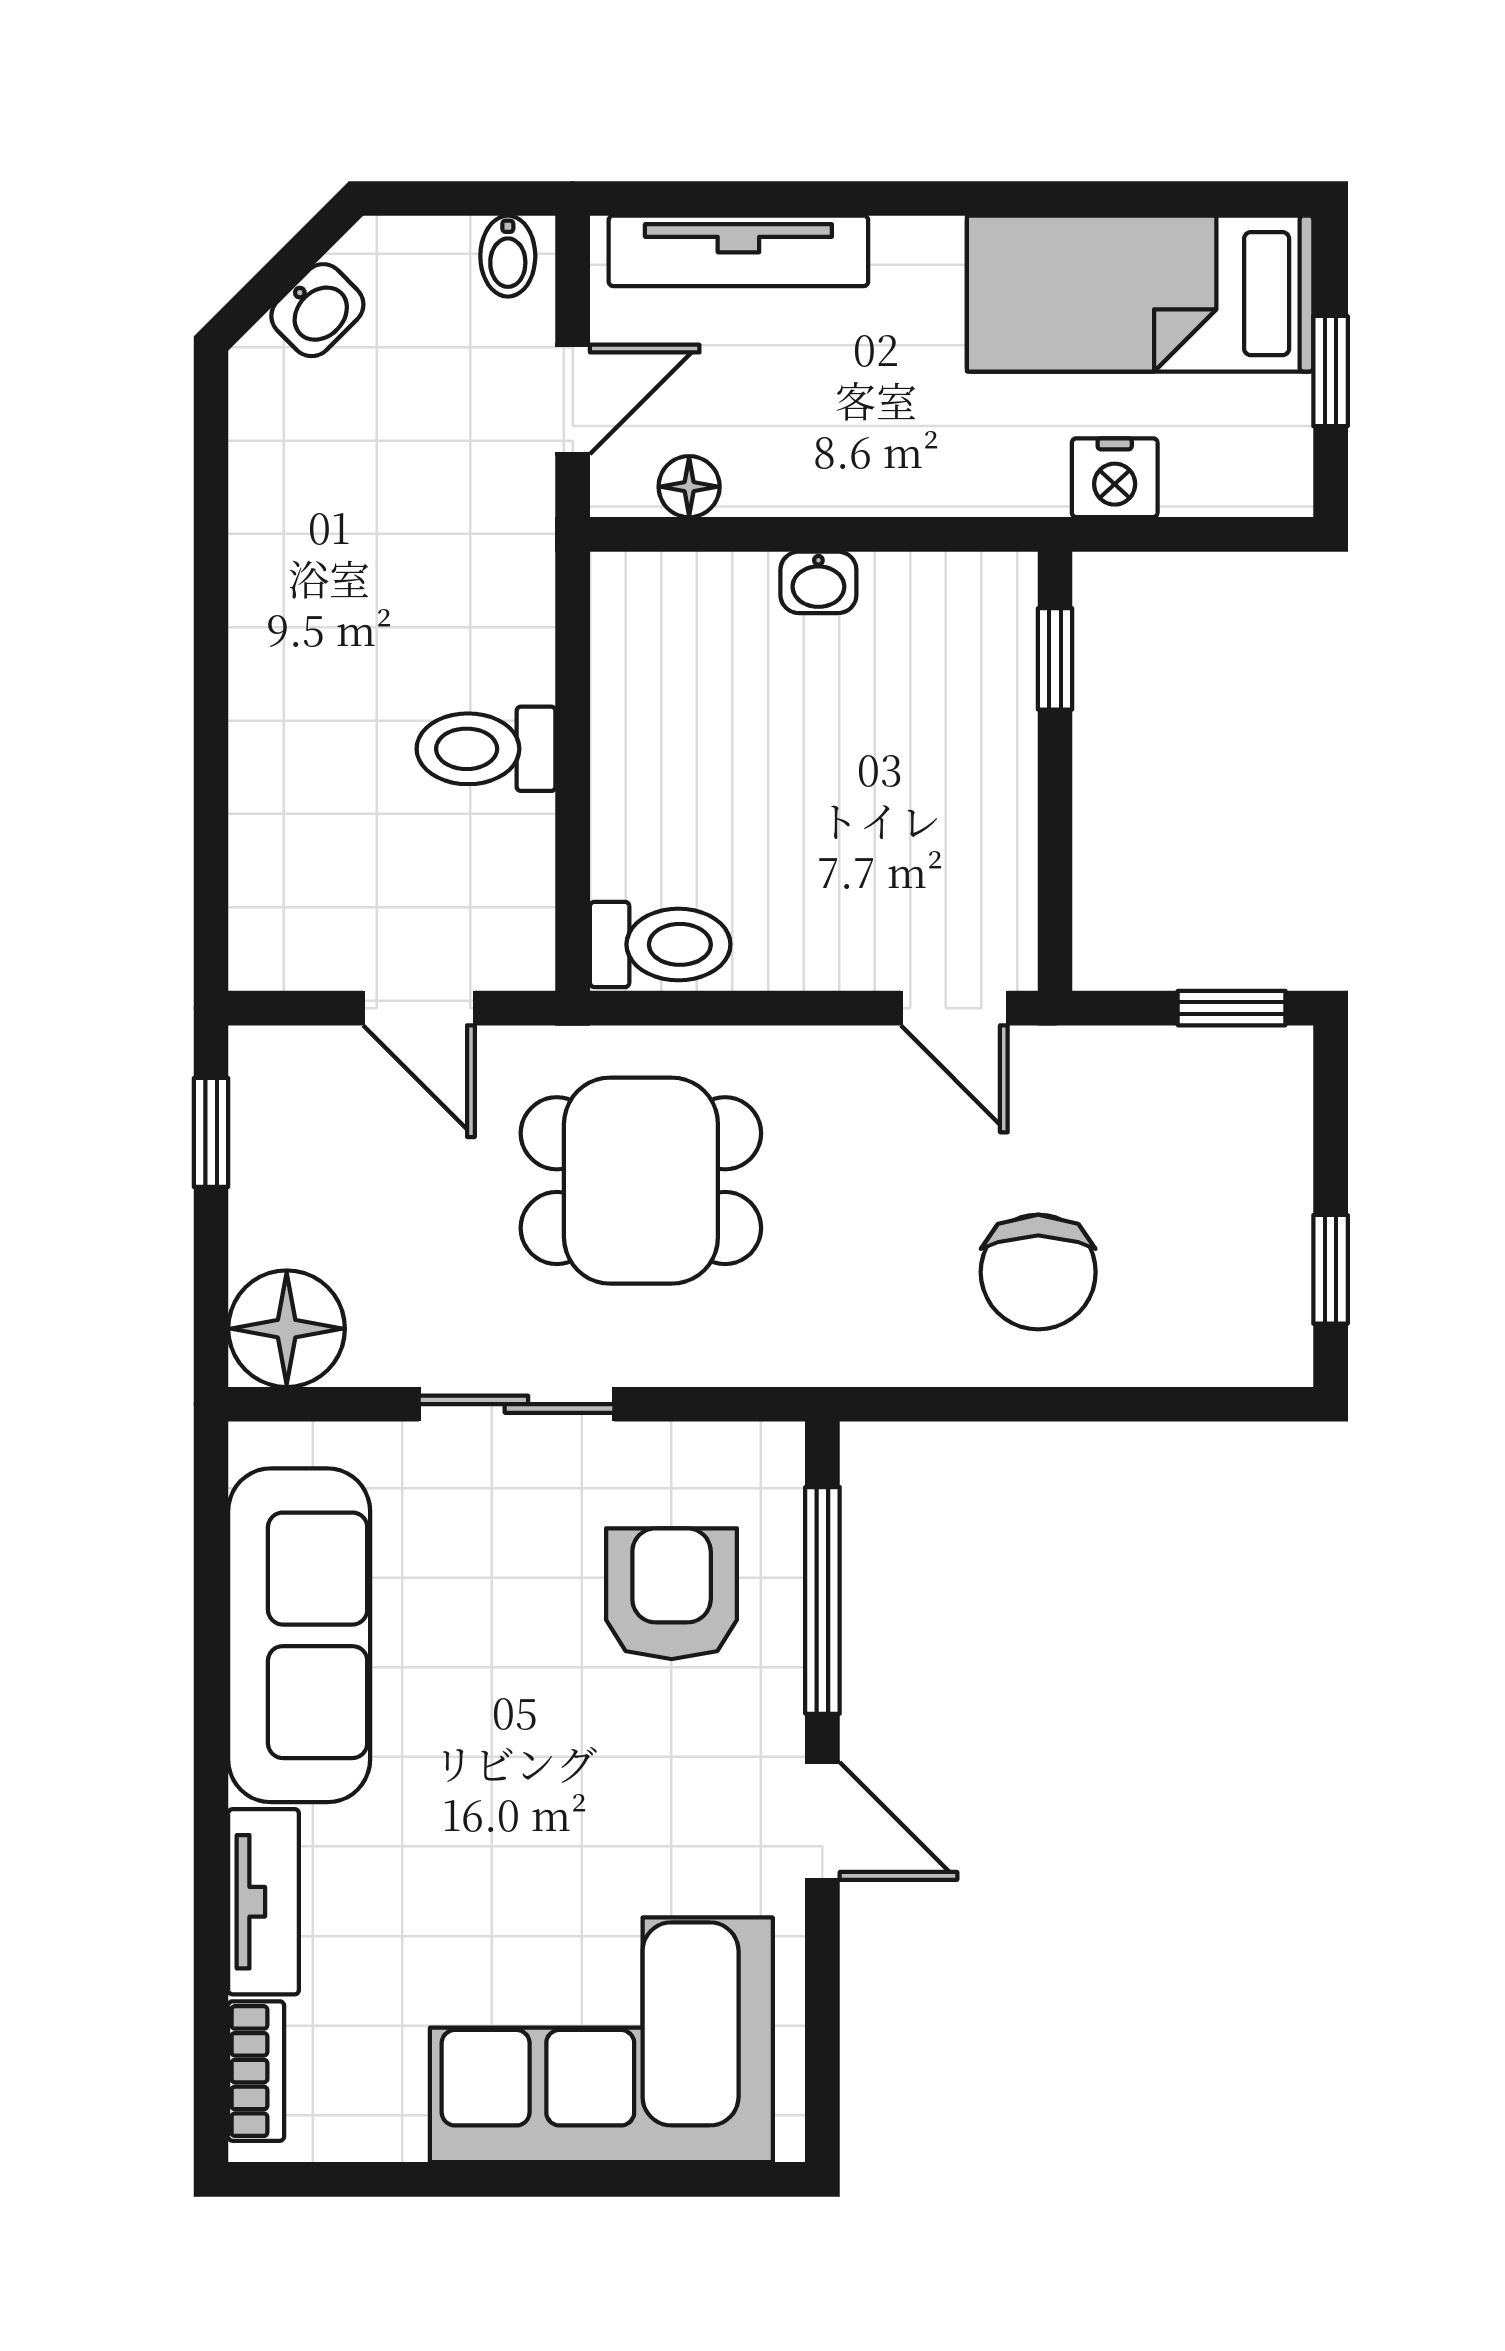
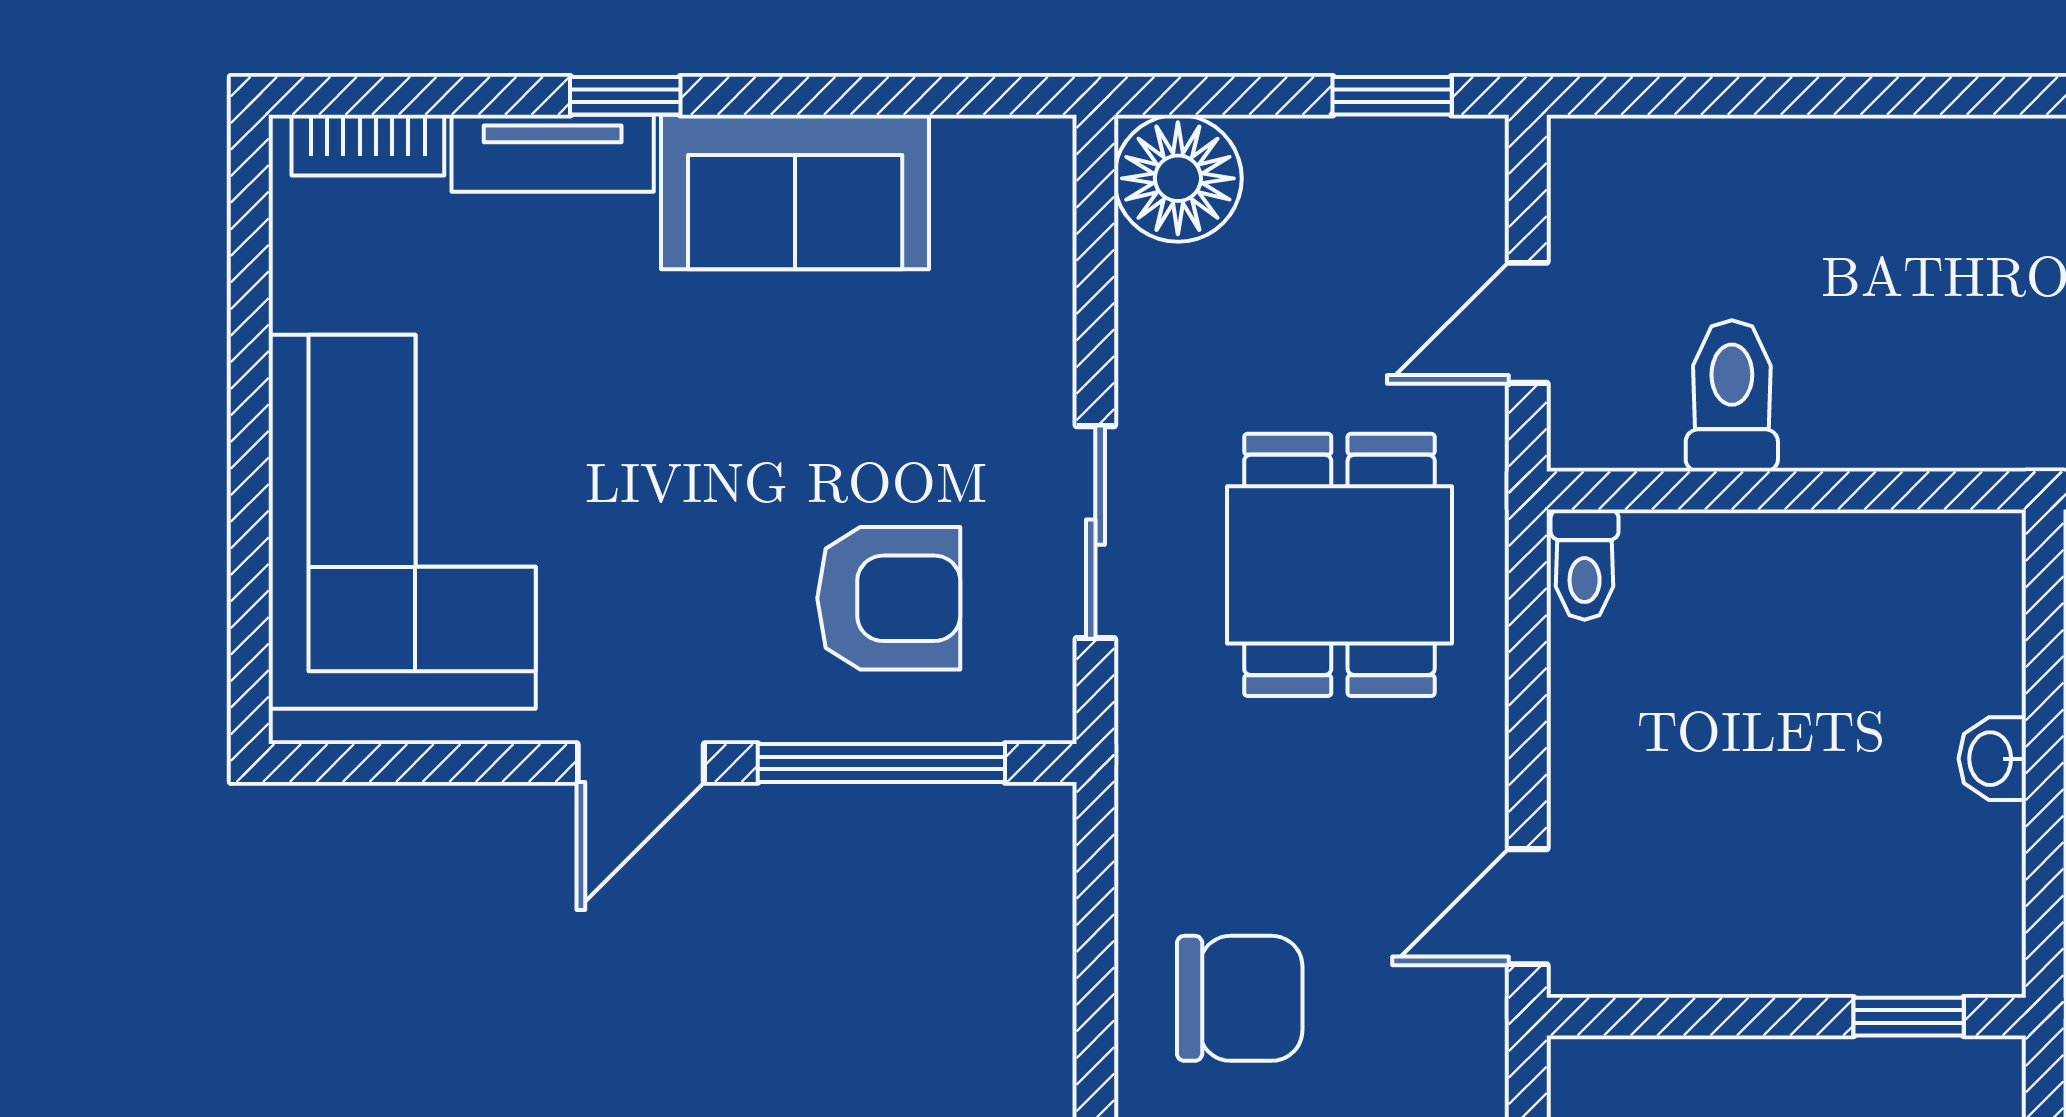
toilet: (486, 749) -> (1732, 396), moved
toilet: (660, 944) -> (1585, 565), width x0.73, depth x0.72
chair: (1038, 1272) -> (1240, 998), turned 180
sliding door: (516, 1404) -> (1095, 532), moved
sofa: (299, 1635) -> (795, 192), width x0.73
window: (211, 1835) -> (625, 96), added

